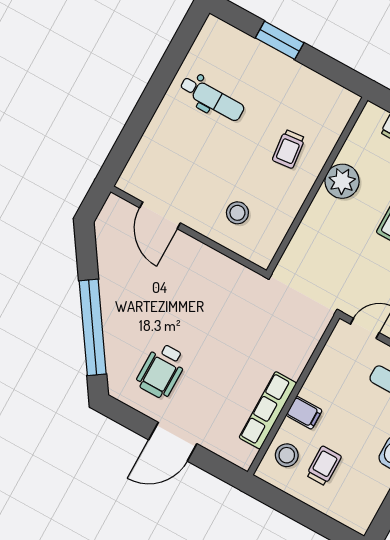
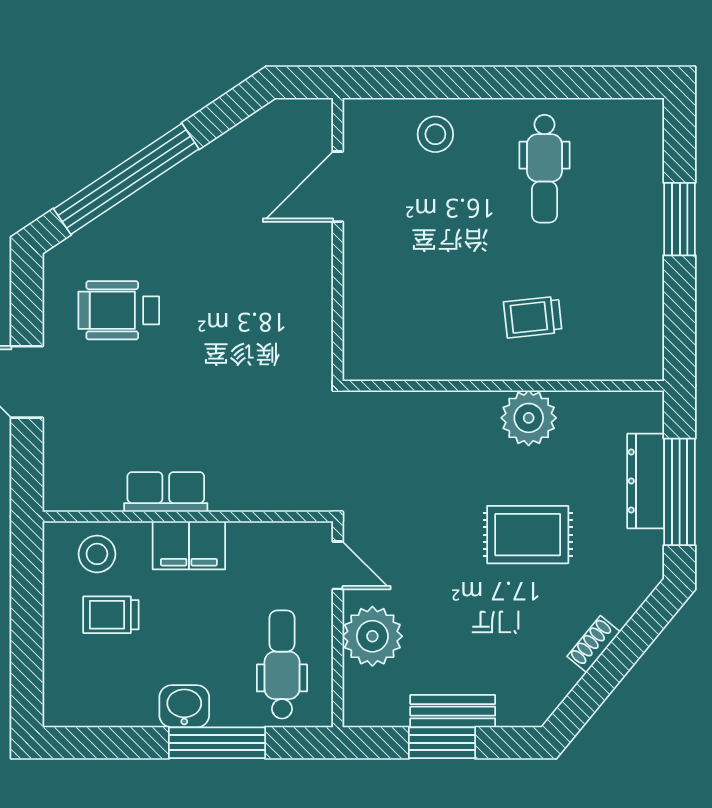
stool: (237, 213) -> (435, 134), moved
row of seats: (268, 410) -> (166, 492), width x0.68
filing cabinet: (304, 413) -> (189, 545), width x2.00
trolley: (324, 466) -> (111, 615), turned 180

